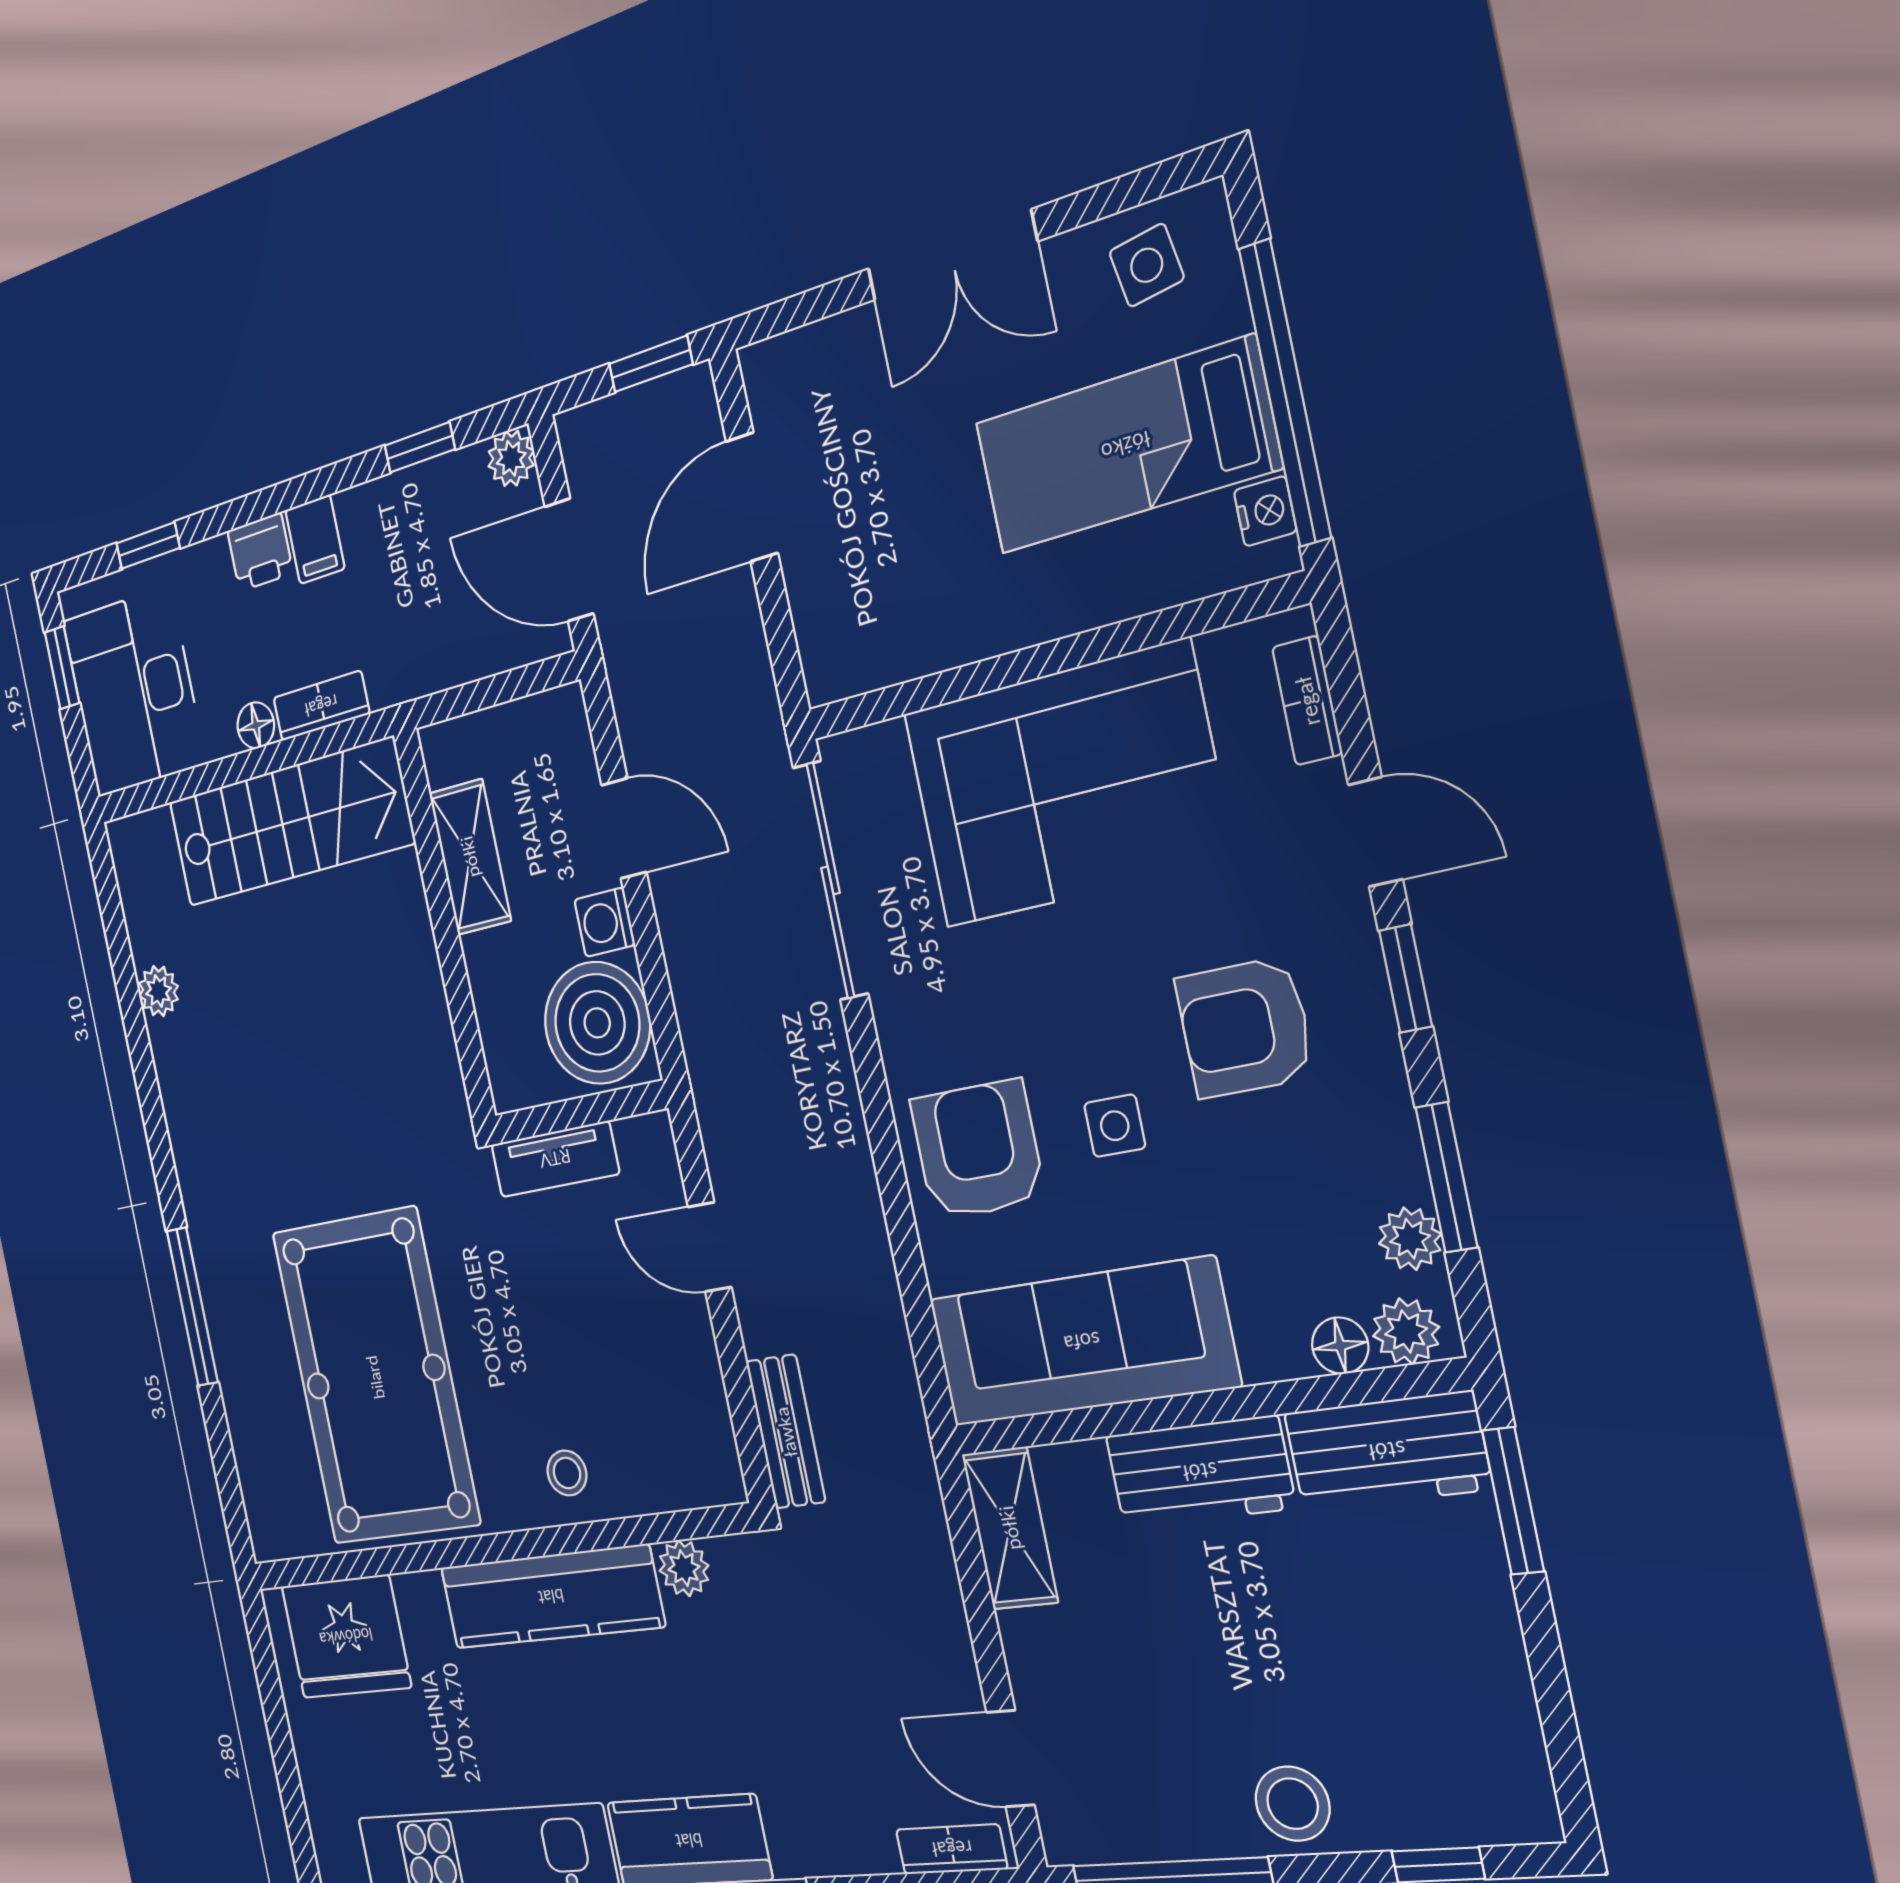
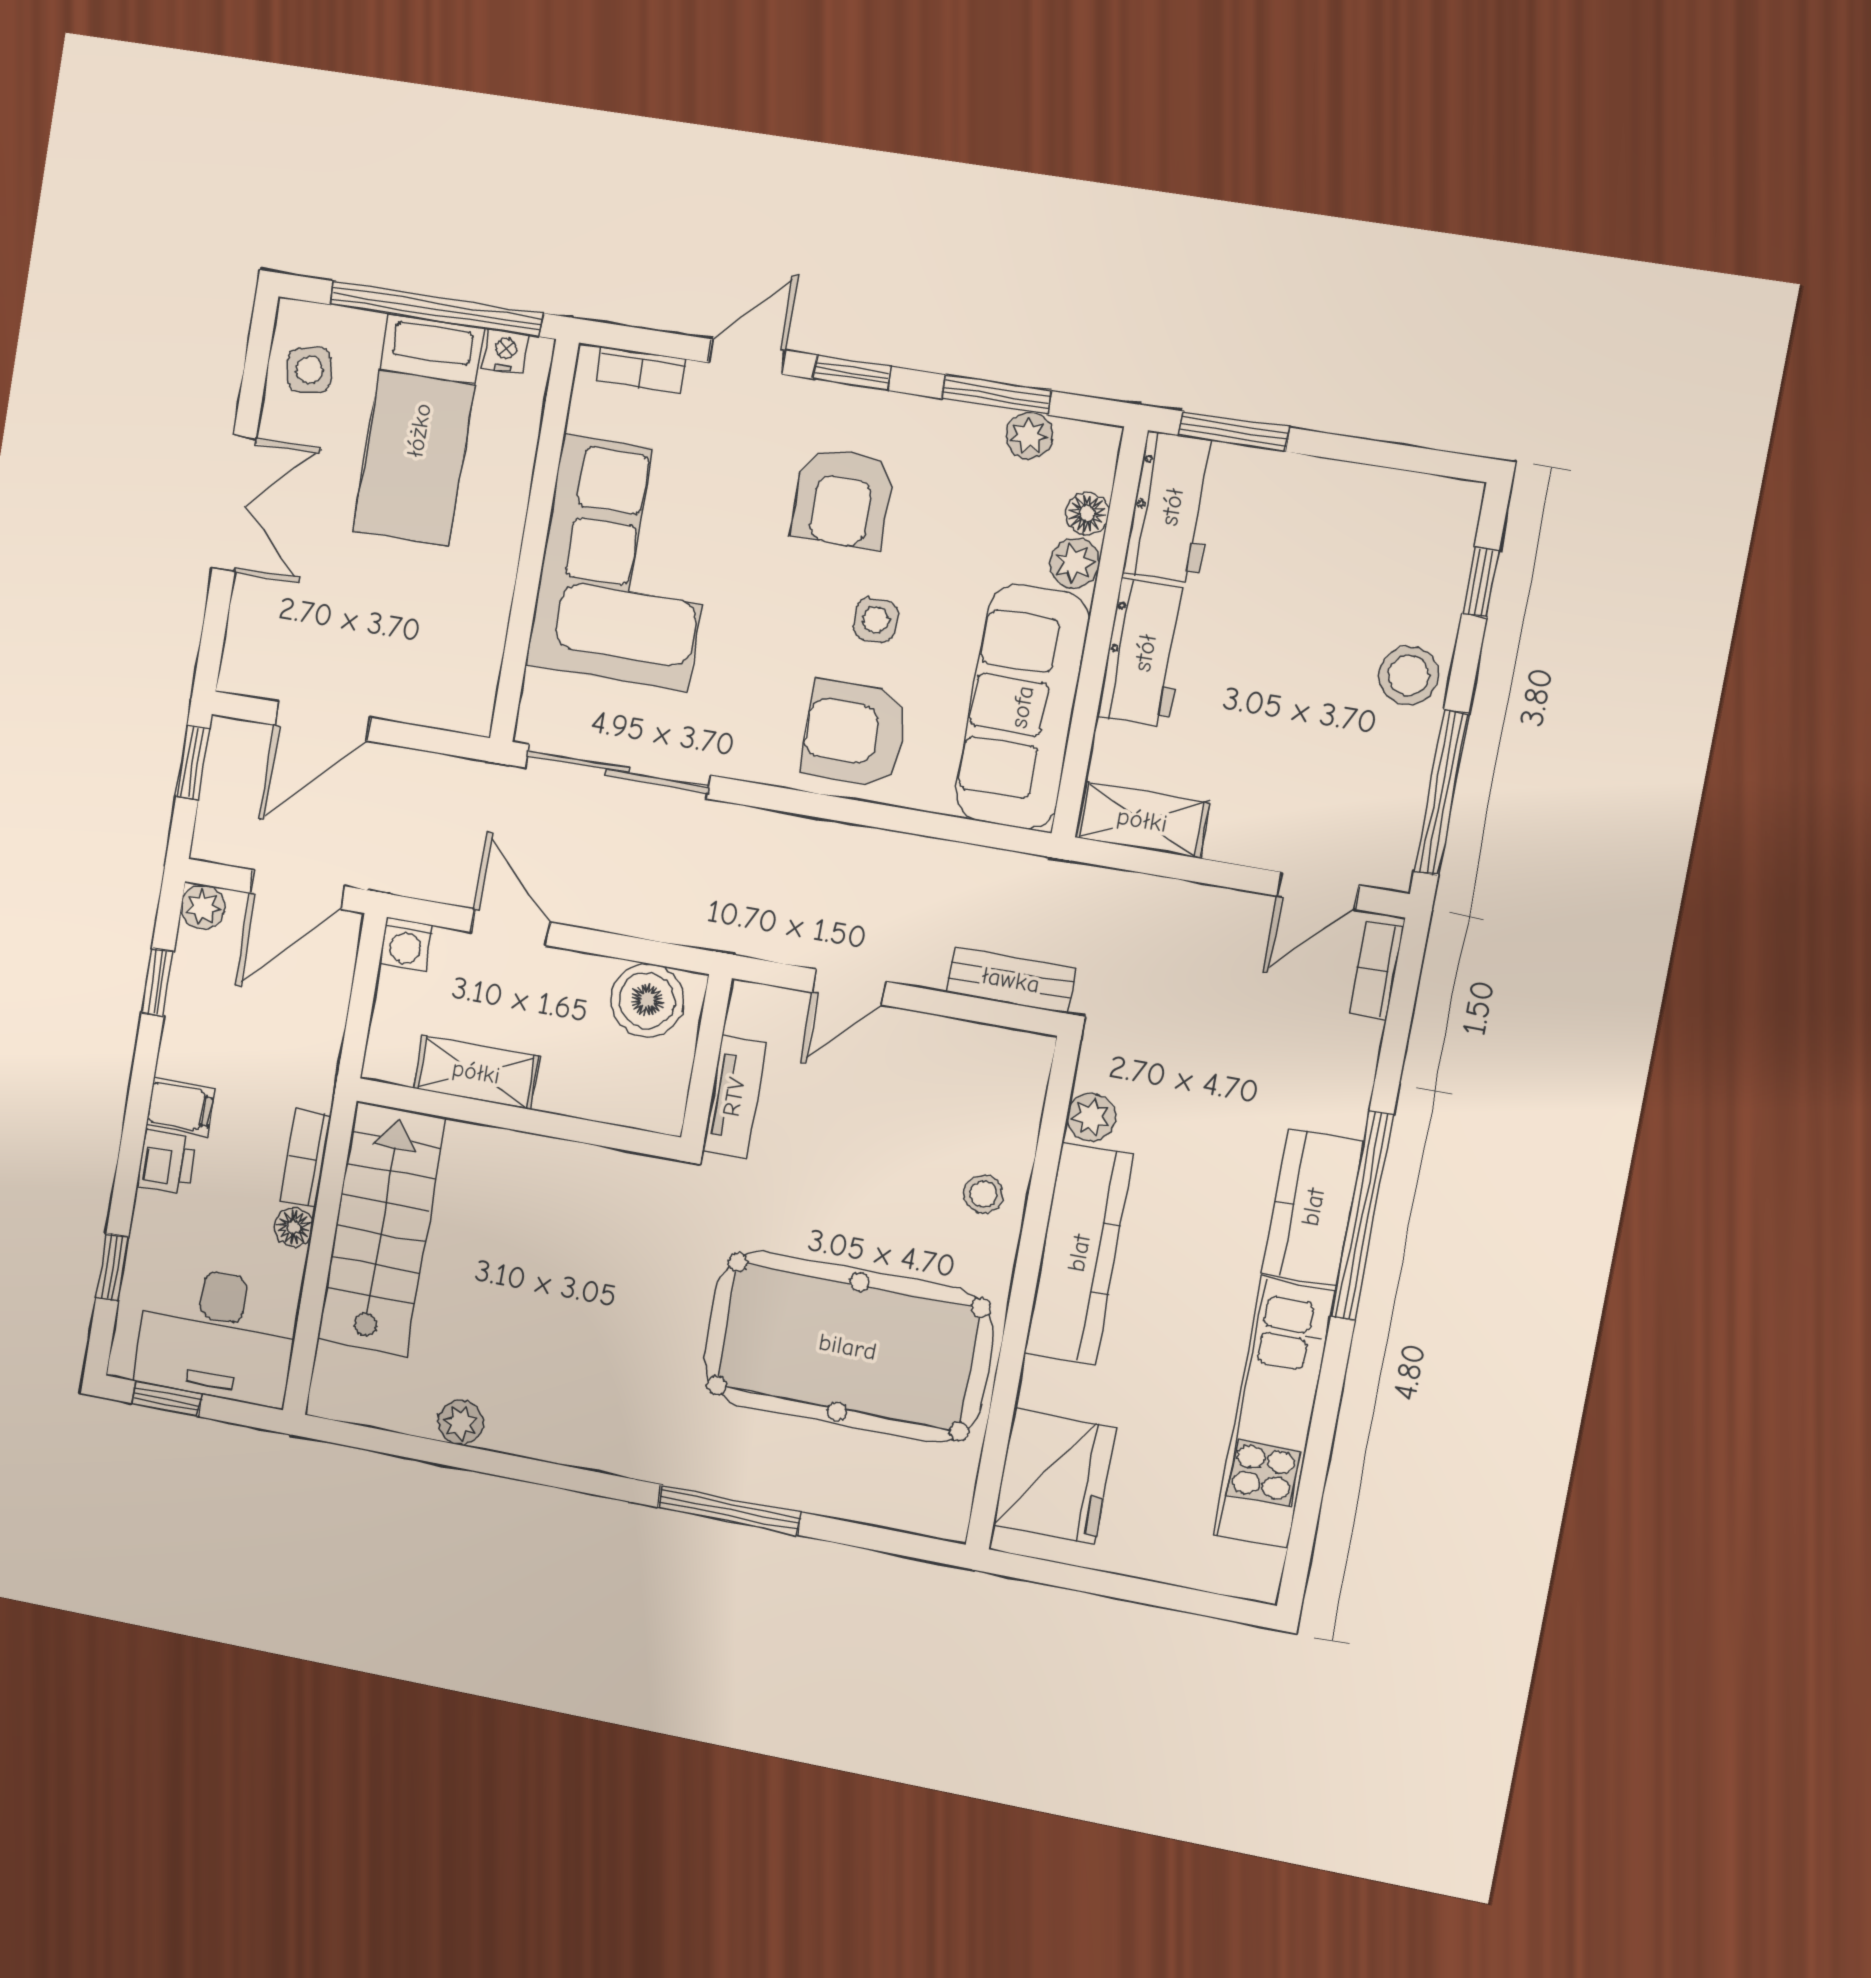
door: (752, 497) -> (322, 721), hinge flipped
door: (624, 828) -> (510, 927), hinge flipped
washing machine: (605, 922) -> (406, 944), moved
boiler: (597, 1023) -> (647, 1000), width x0.73, depth x0.73
plant: (1406, 1331) -> (1075, 563), moved

